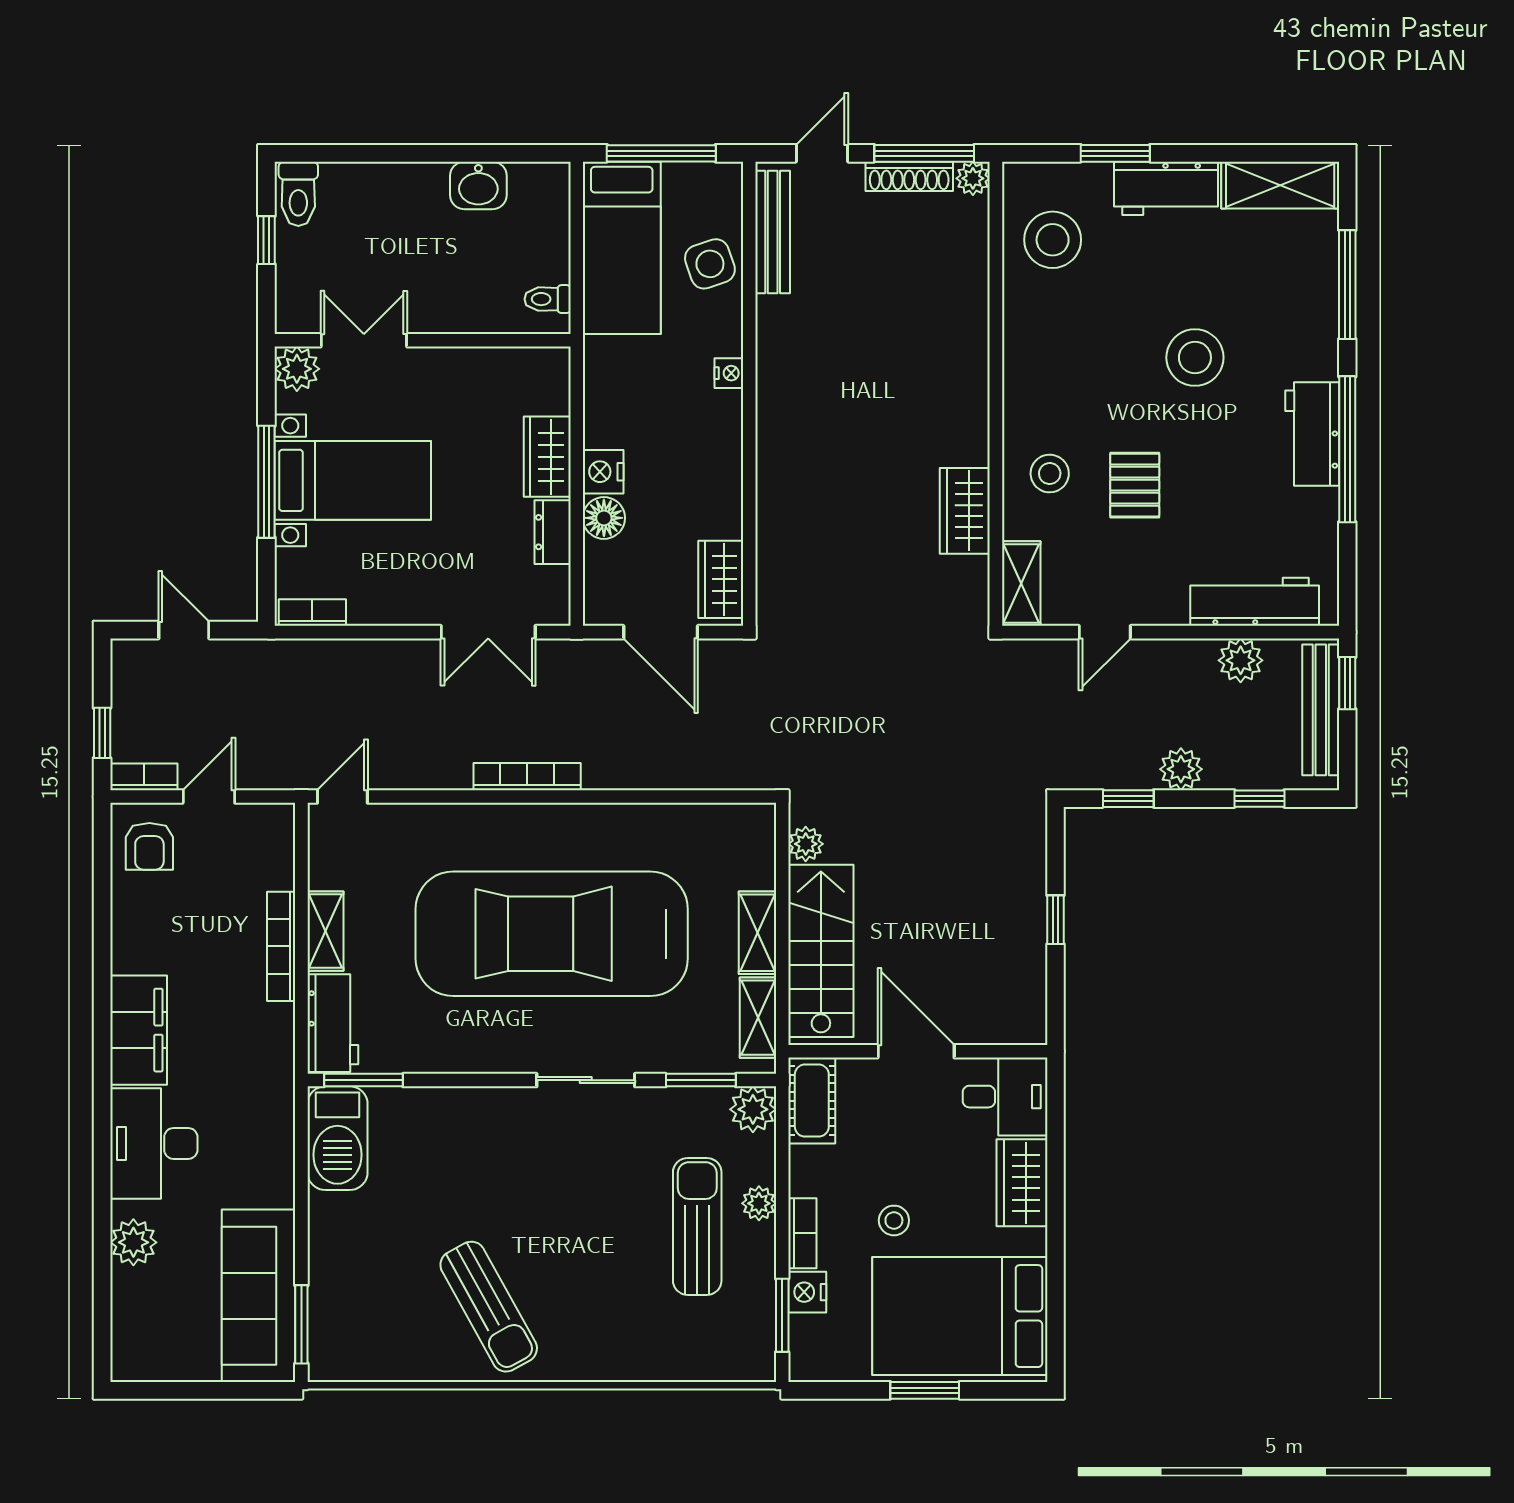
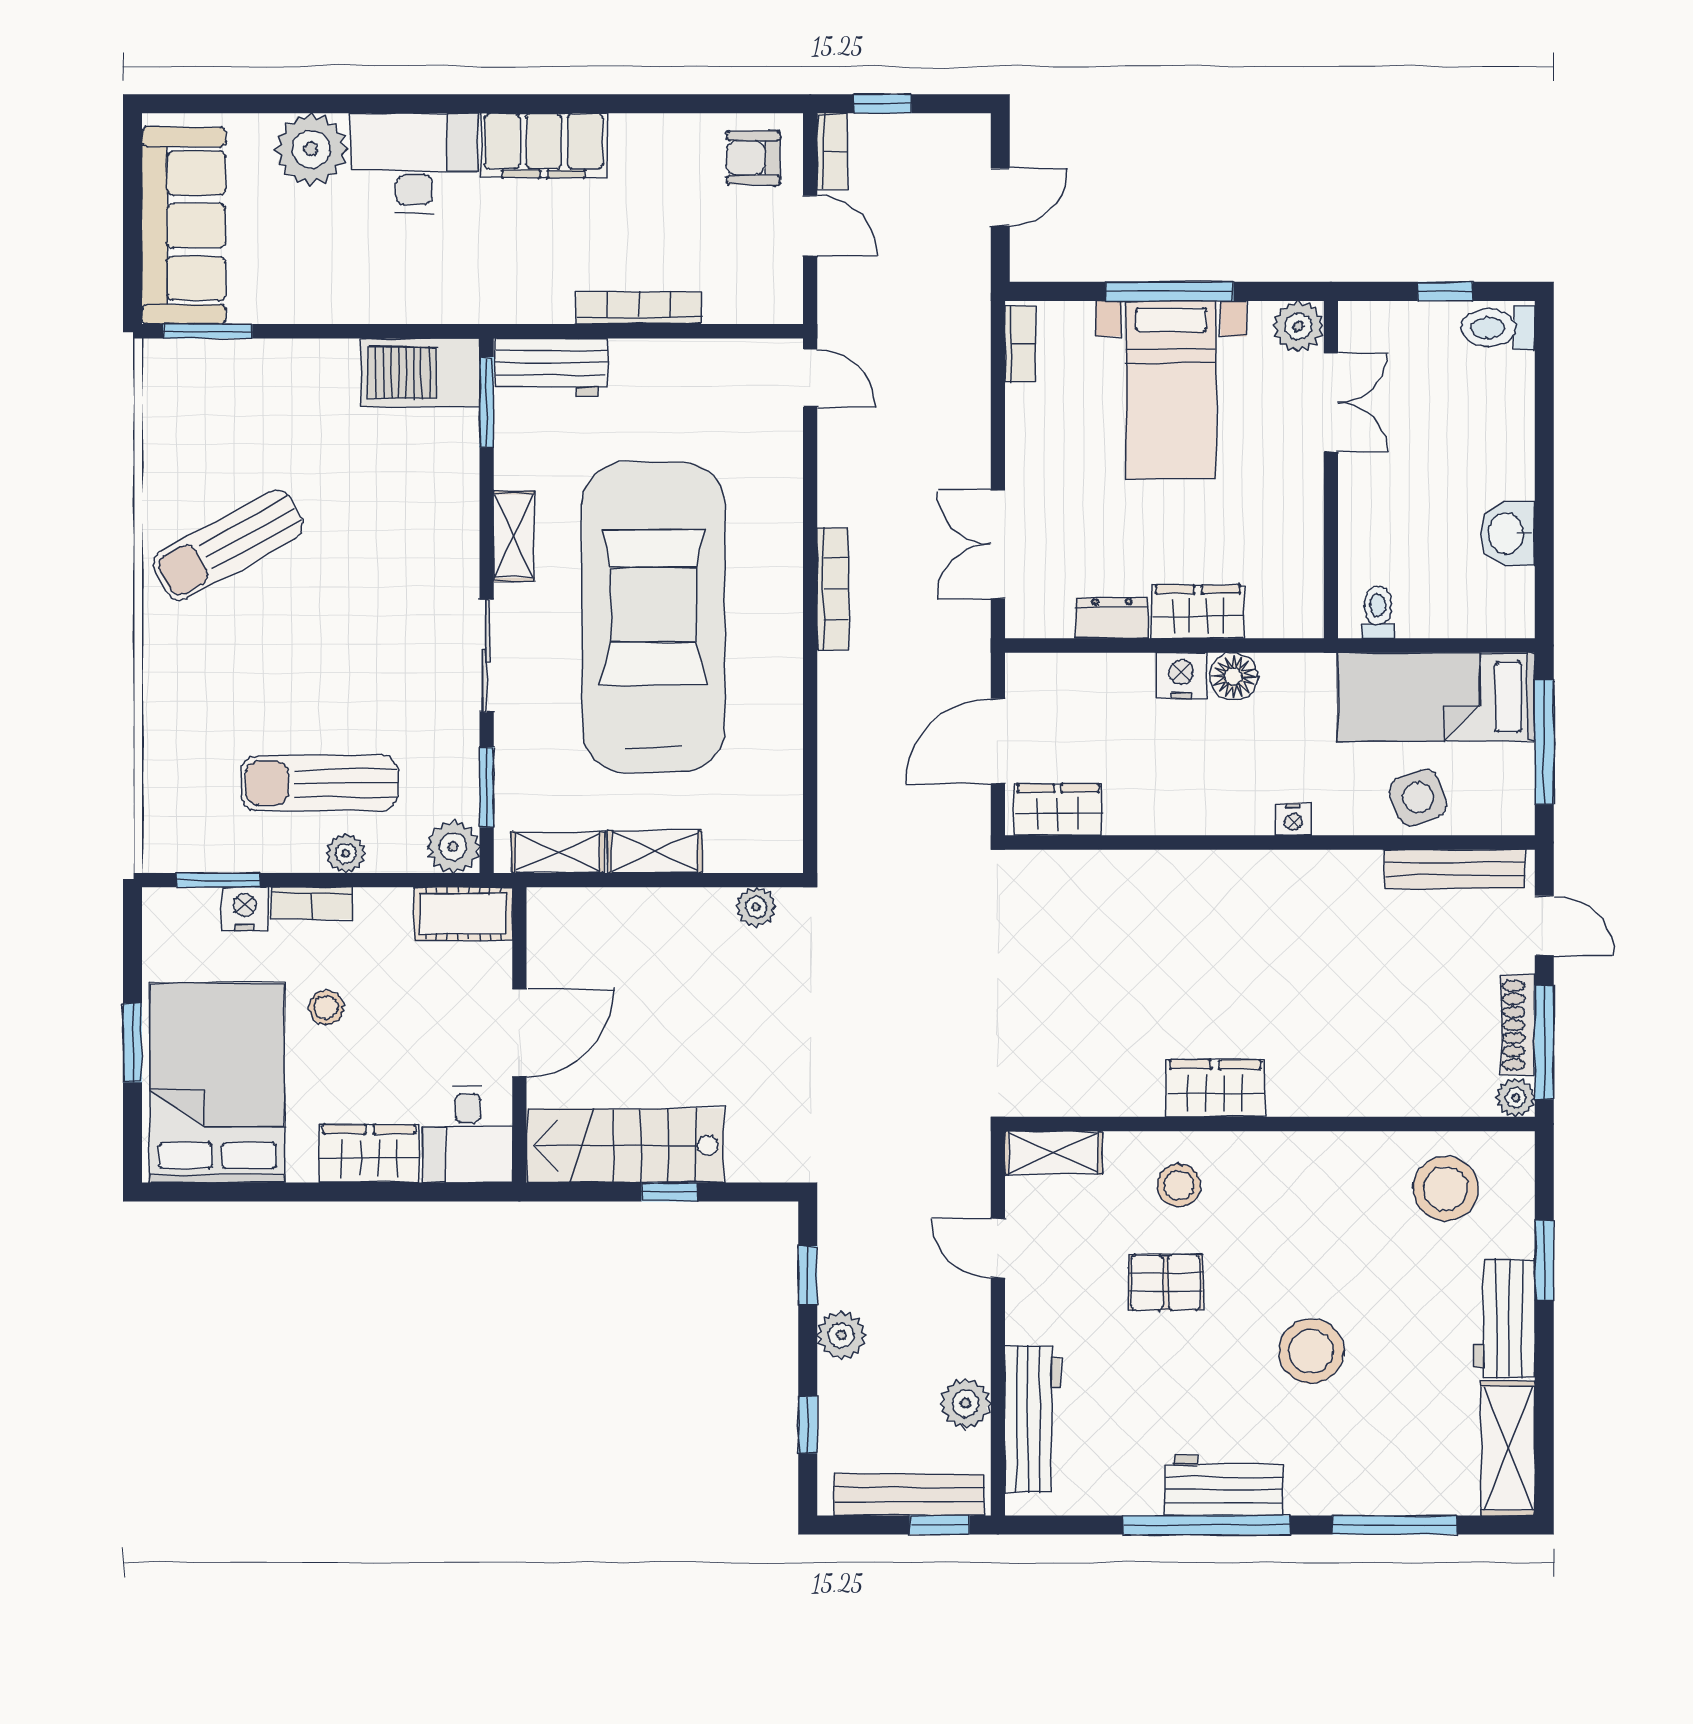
wardrobe: (965, 511) -> (1215, 1088), moved
floor lamp: (604, 518) -> (1234, 677), moved
shelving: (325, 931) -> (514, 536), moved, turned 90
stairs: (821, 951) -> (625, 1145), moved, turned 180
sun lounger: (697, 1226) -> (319, 783), turned 180
plant: (133, 1242) -> (311, 149), width x1.36, depth x1.36
sofa: (258, 1296) -> (184, 226), moved, turned 90

